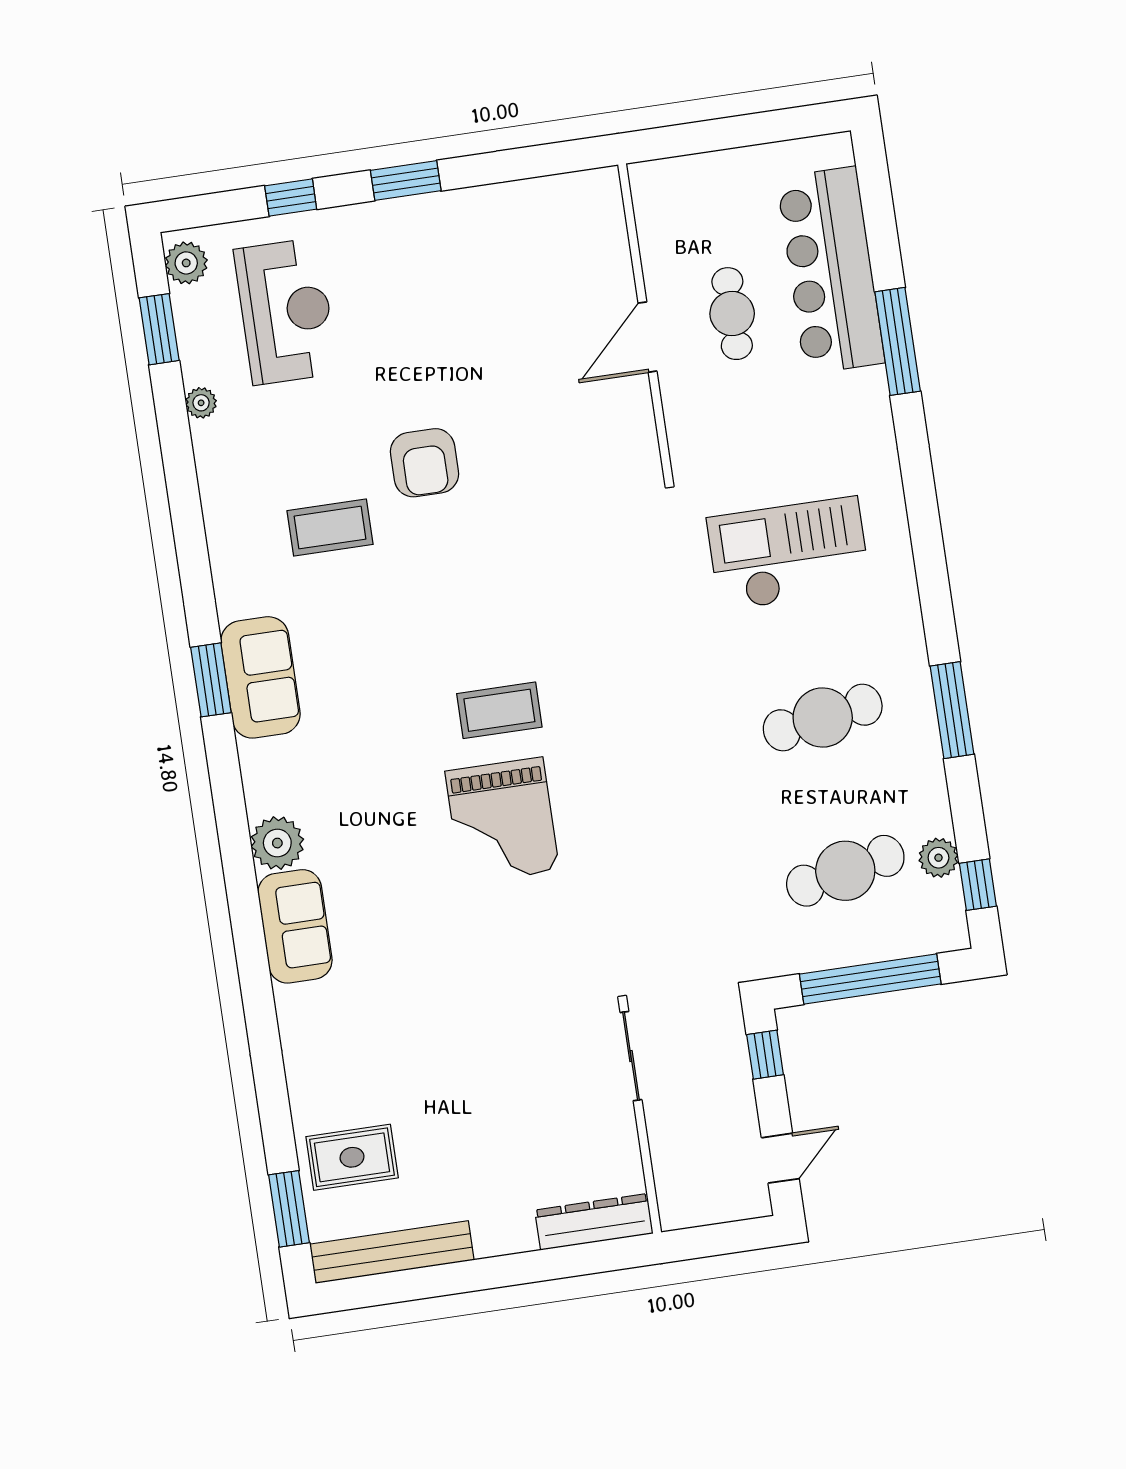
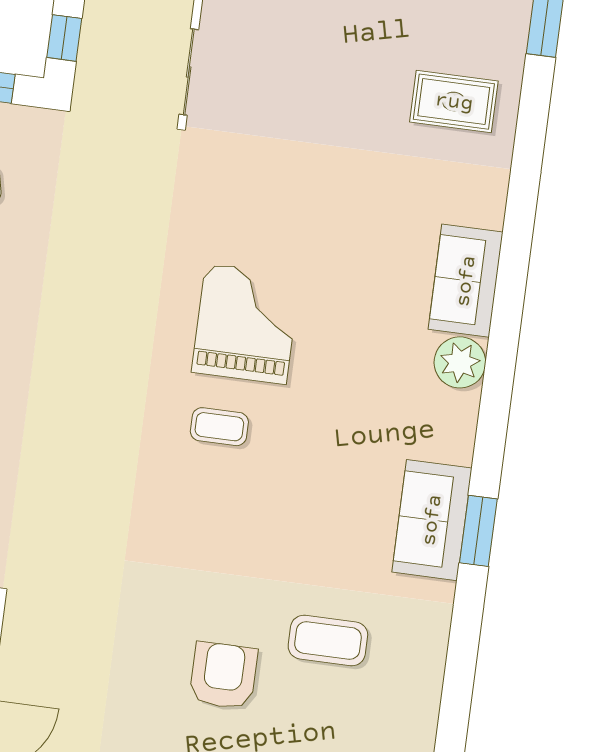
coffee table: (499, 710) -> (219, 427), width x0.73, depth x0.77
rug: (352, 1157) -> (454, 102), moved

